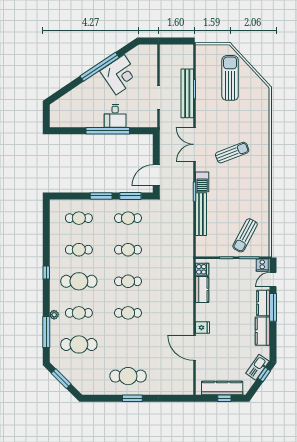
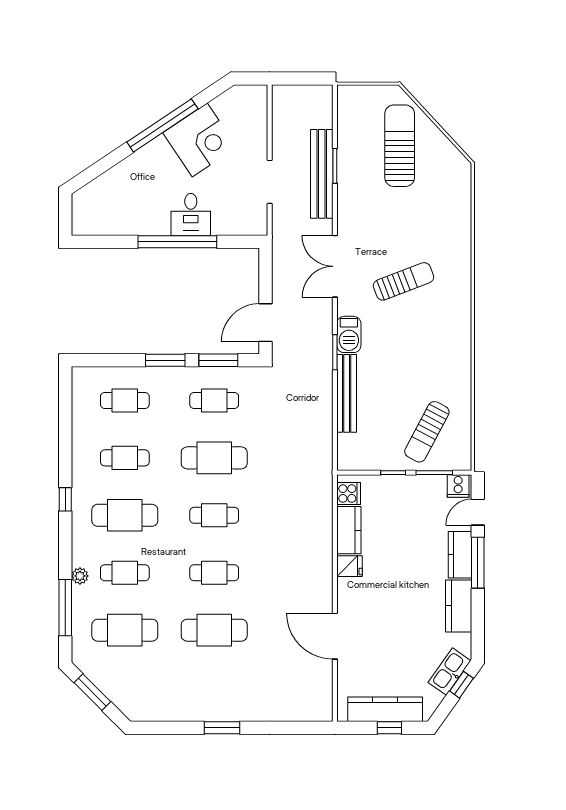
cafe table: (128, 250) -> (214, 458), width x1.37, depth x1.35
fridge: (202, 328) -> (350, 566), moved
cafe table: (128, 376) -> (214, 630), moved

